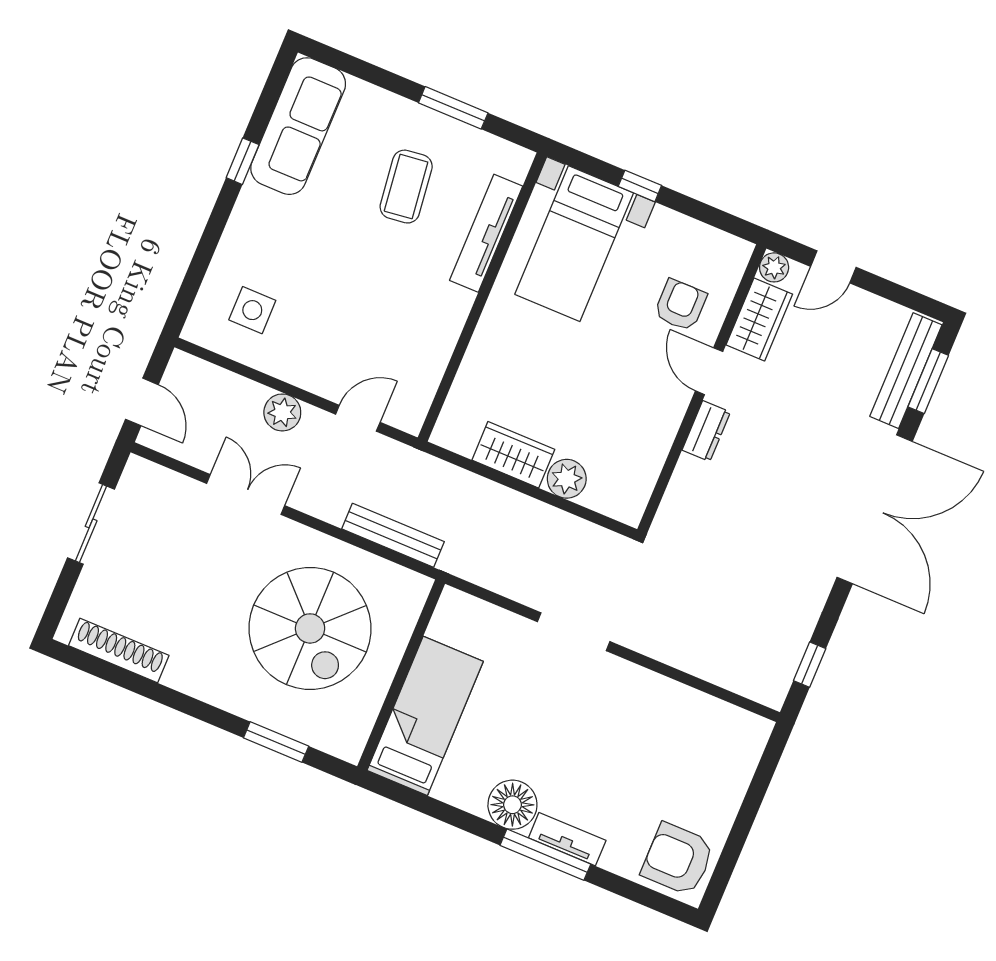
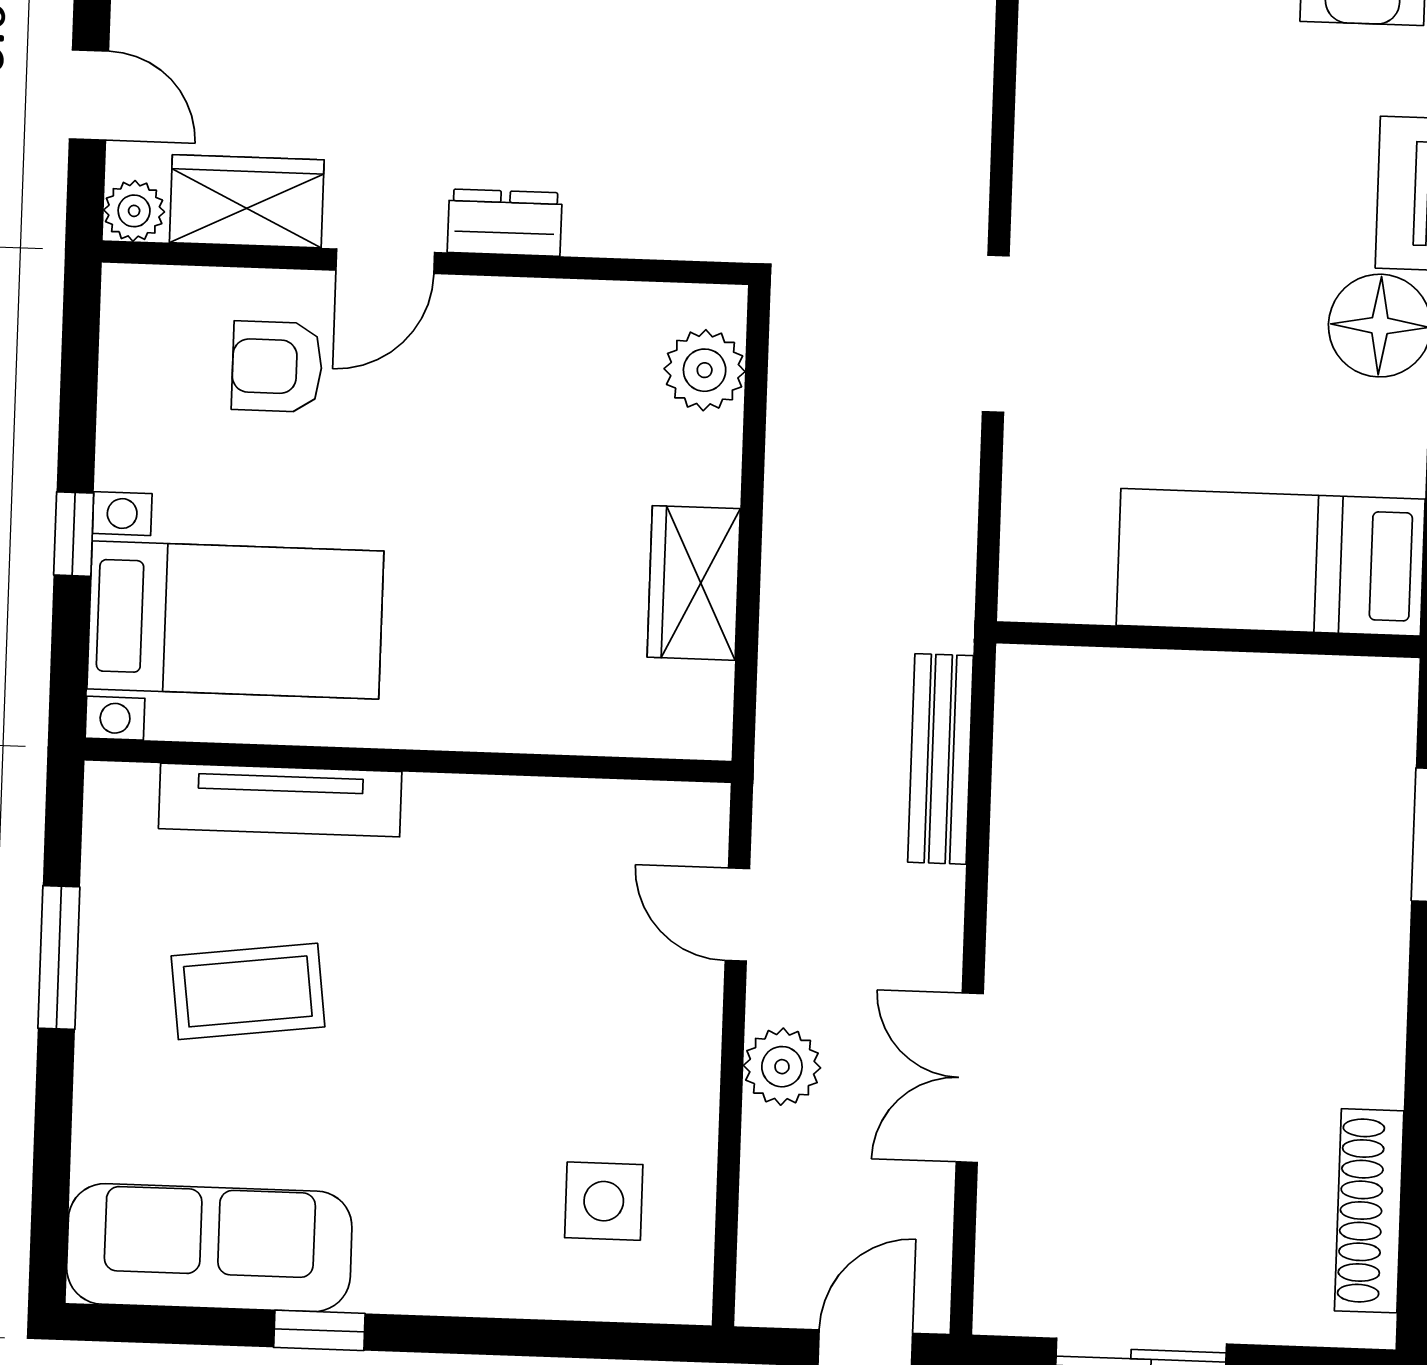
plant: (567, 479) -> (705, 370), moved
spiral stairs: (310, 628) -> (1185, 853), removed

